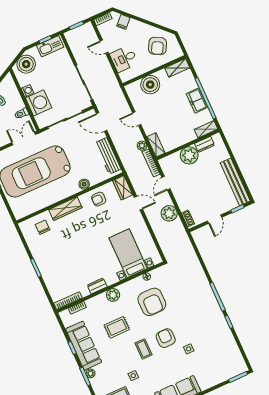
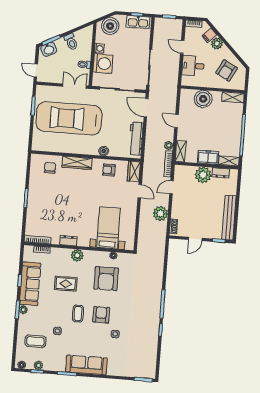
plant: (135, 26) -> (217, 44), added
freezer: (197, 101) -> (208, 157), moved, turned 90

